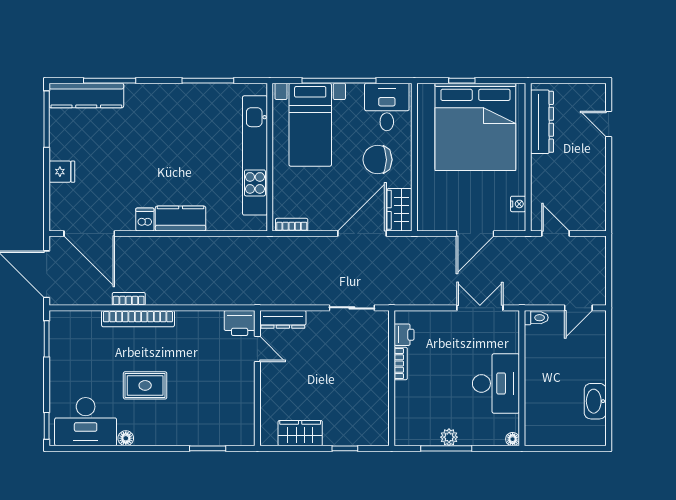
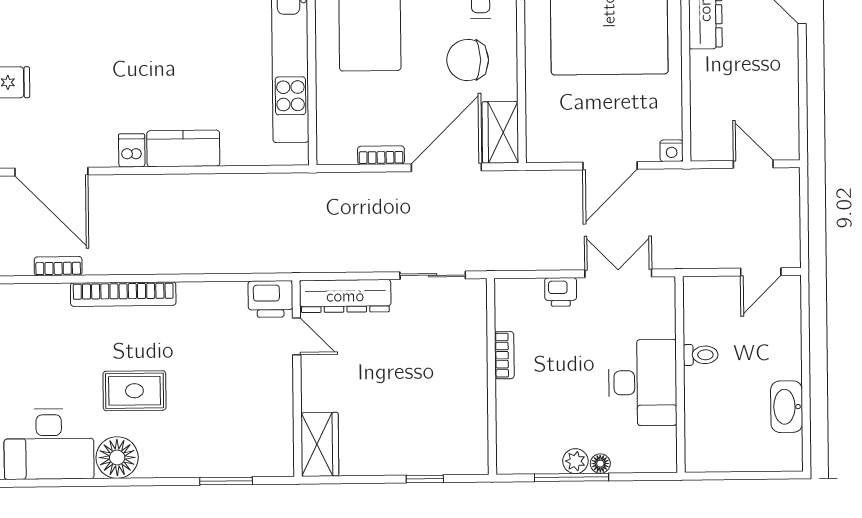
nightstand: (518, 204) -> (672, 151), moved, turned 90
bookcase: (292, 225) -> (381, 155), moved
door: (555, 234) -> (753, 164), moved
bookcase: (129, 299) -> (58, 266), moved
toilet: (536, 318) -> (701, 355), moved
dresser: (283, 319) -> (345, 296), width x1.37, depth x1.24
printer: (404, 335) -> (561, 292), moved, turned 90
wardrobe: (300, 433) -> (320, 444), moved, turned 90
floor lamp: (126, 438) -> (117, 458), width x1.89, depth x1.89
floor lamp: (513, 439) -> (600, 464), moved

